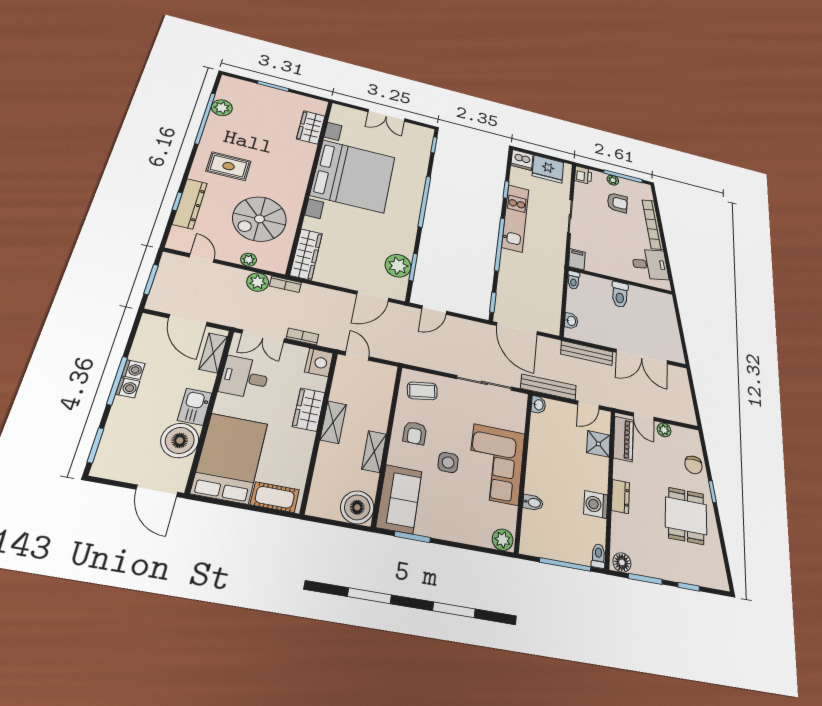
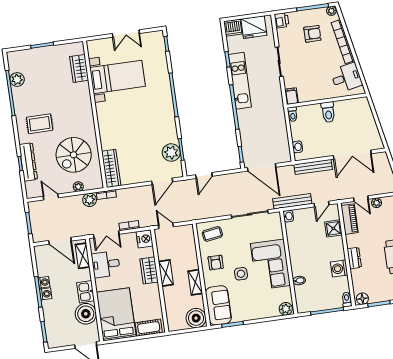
bed with nightstands: (353, 176) -> (118, 77), width x0.54
plant: (613, 180) -> (331, 11), moved

